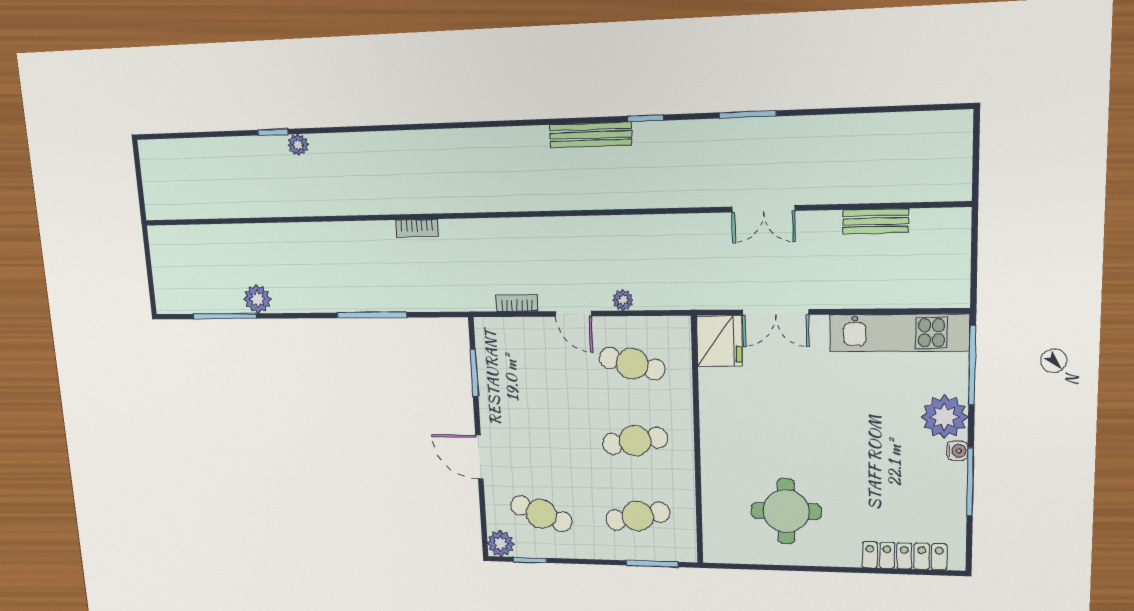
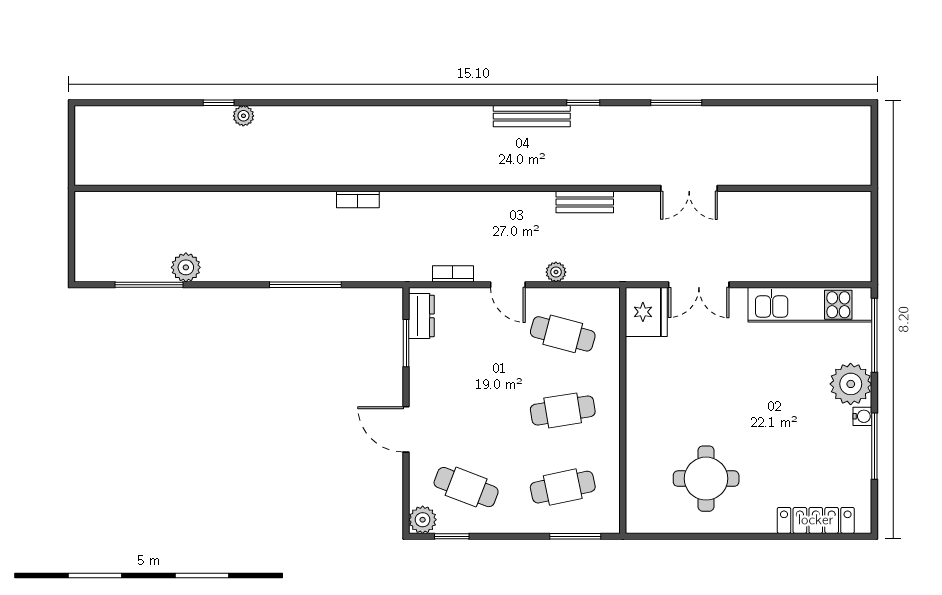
bench: (876, 221) -> (585, 202), moved
dresser: (488, 346) -> (421, 316), added

